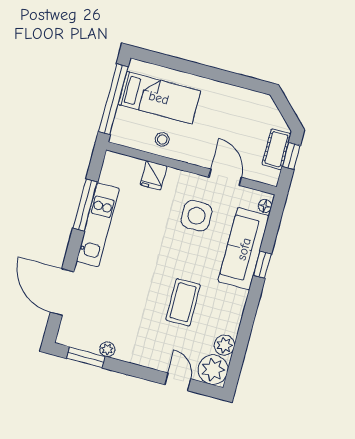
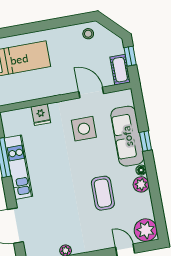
stool: (162, 139) -> (88, 34), moved
cot: (276, 149) -> (120, 70), moved
floor lamp: (265, 206) -> (141, 170), moved
plant: (224, 345) -> (141, 184), moved

